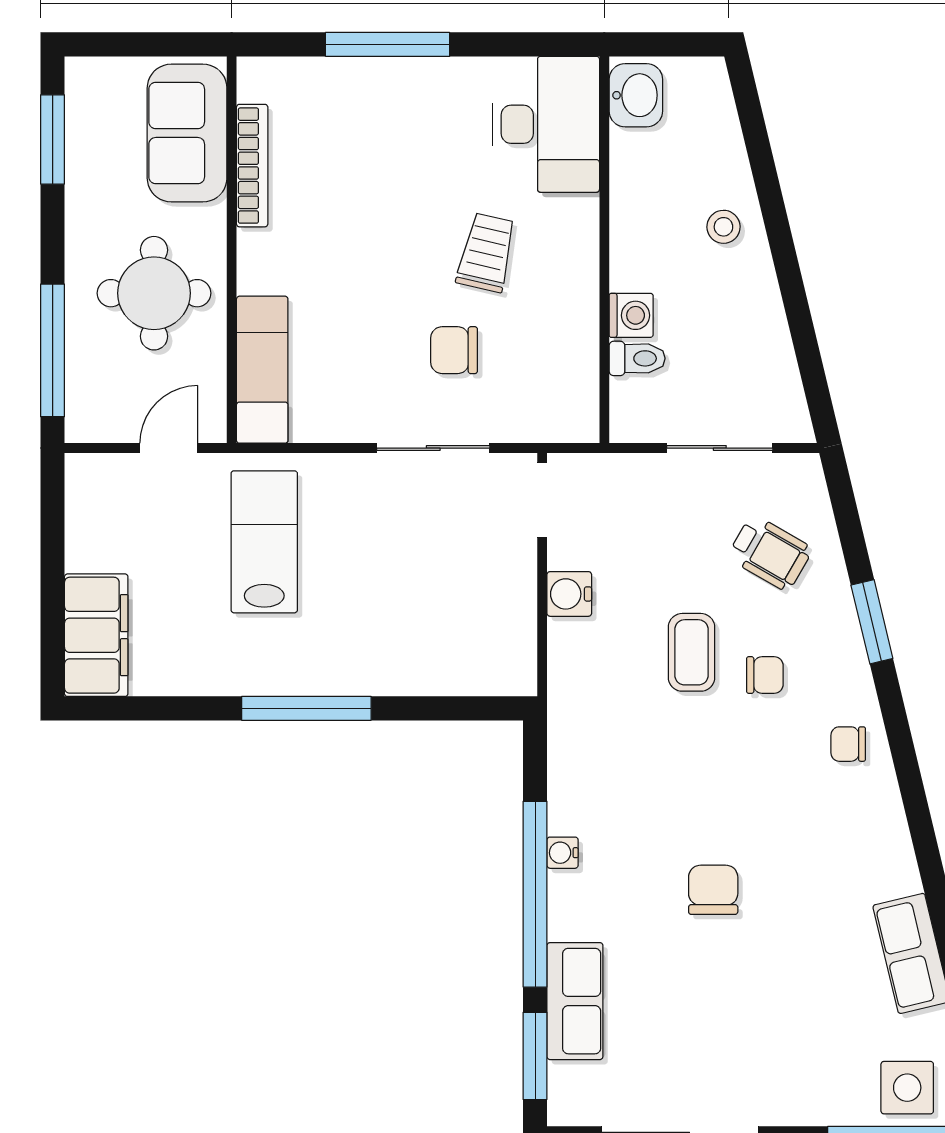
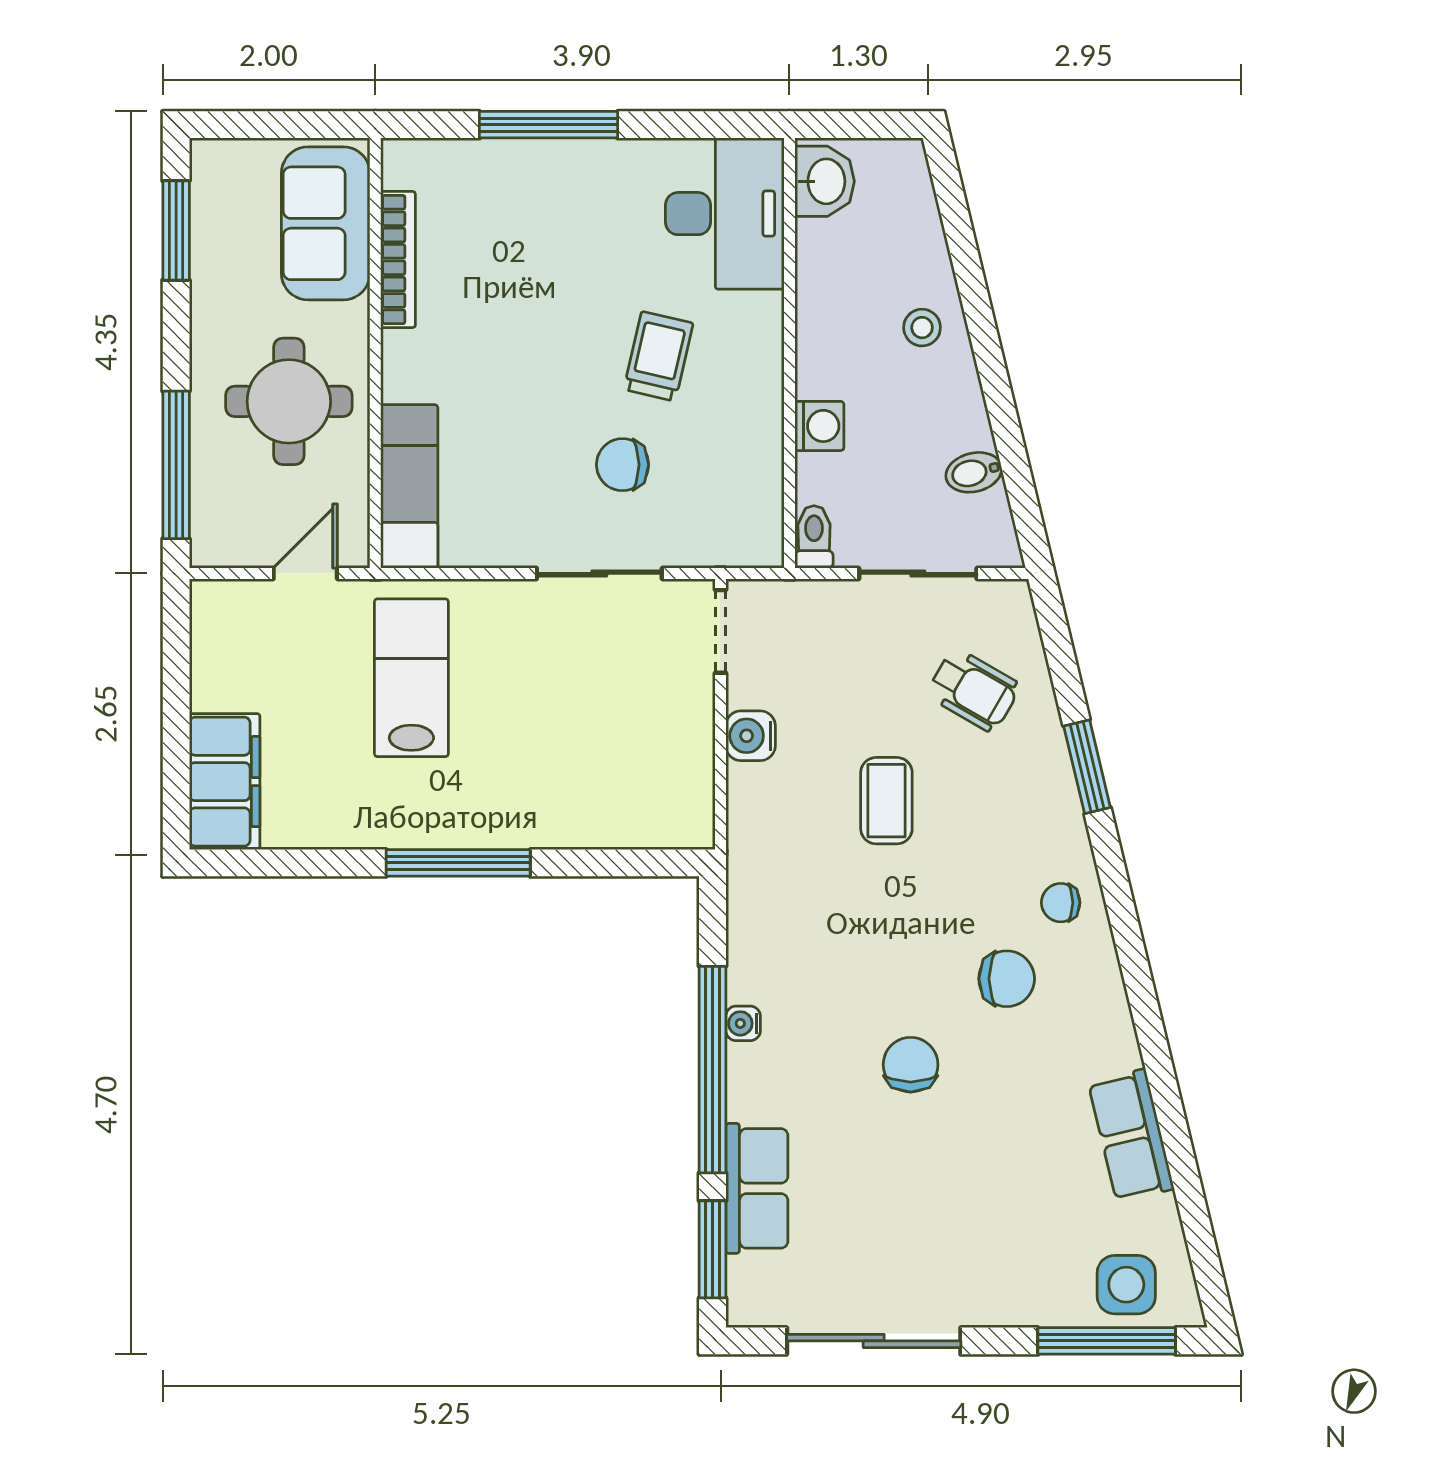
bidet: (770, 357) -> (974, 472), added
toilet: (637, 358) -> (814, 537), moved, turned -90
chair: (765, 675) -> (1007, 979), moved, width x1.37, depth x1.37

